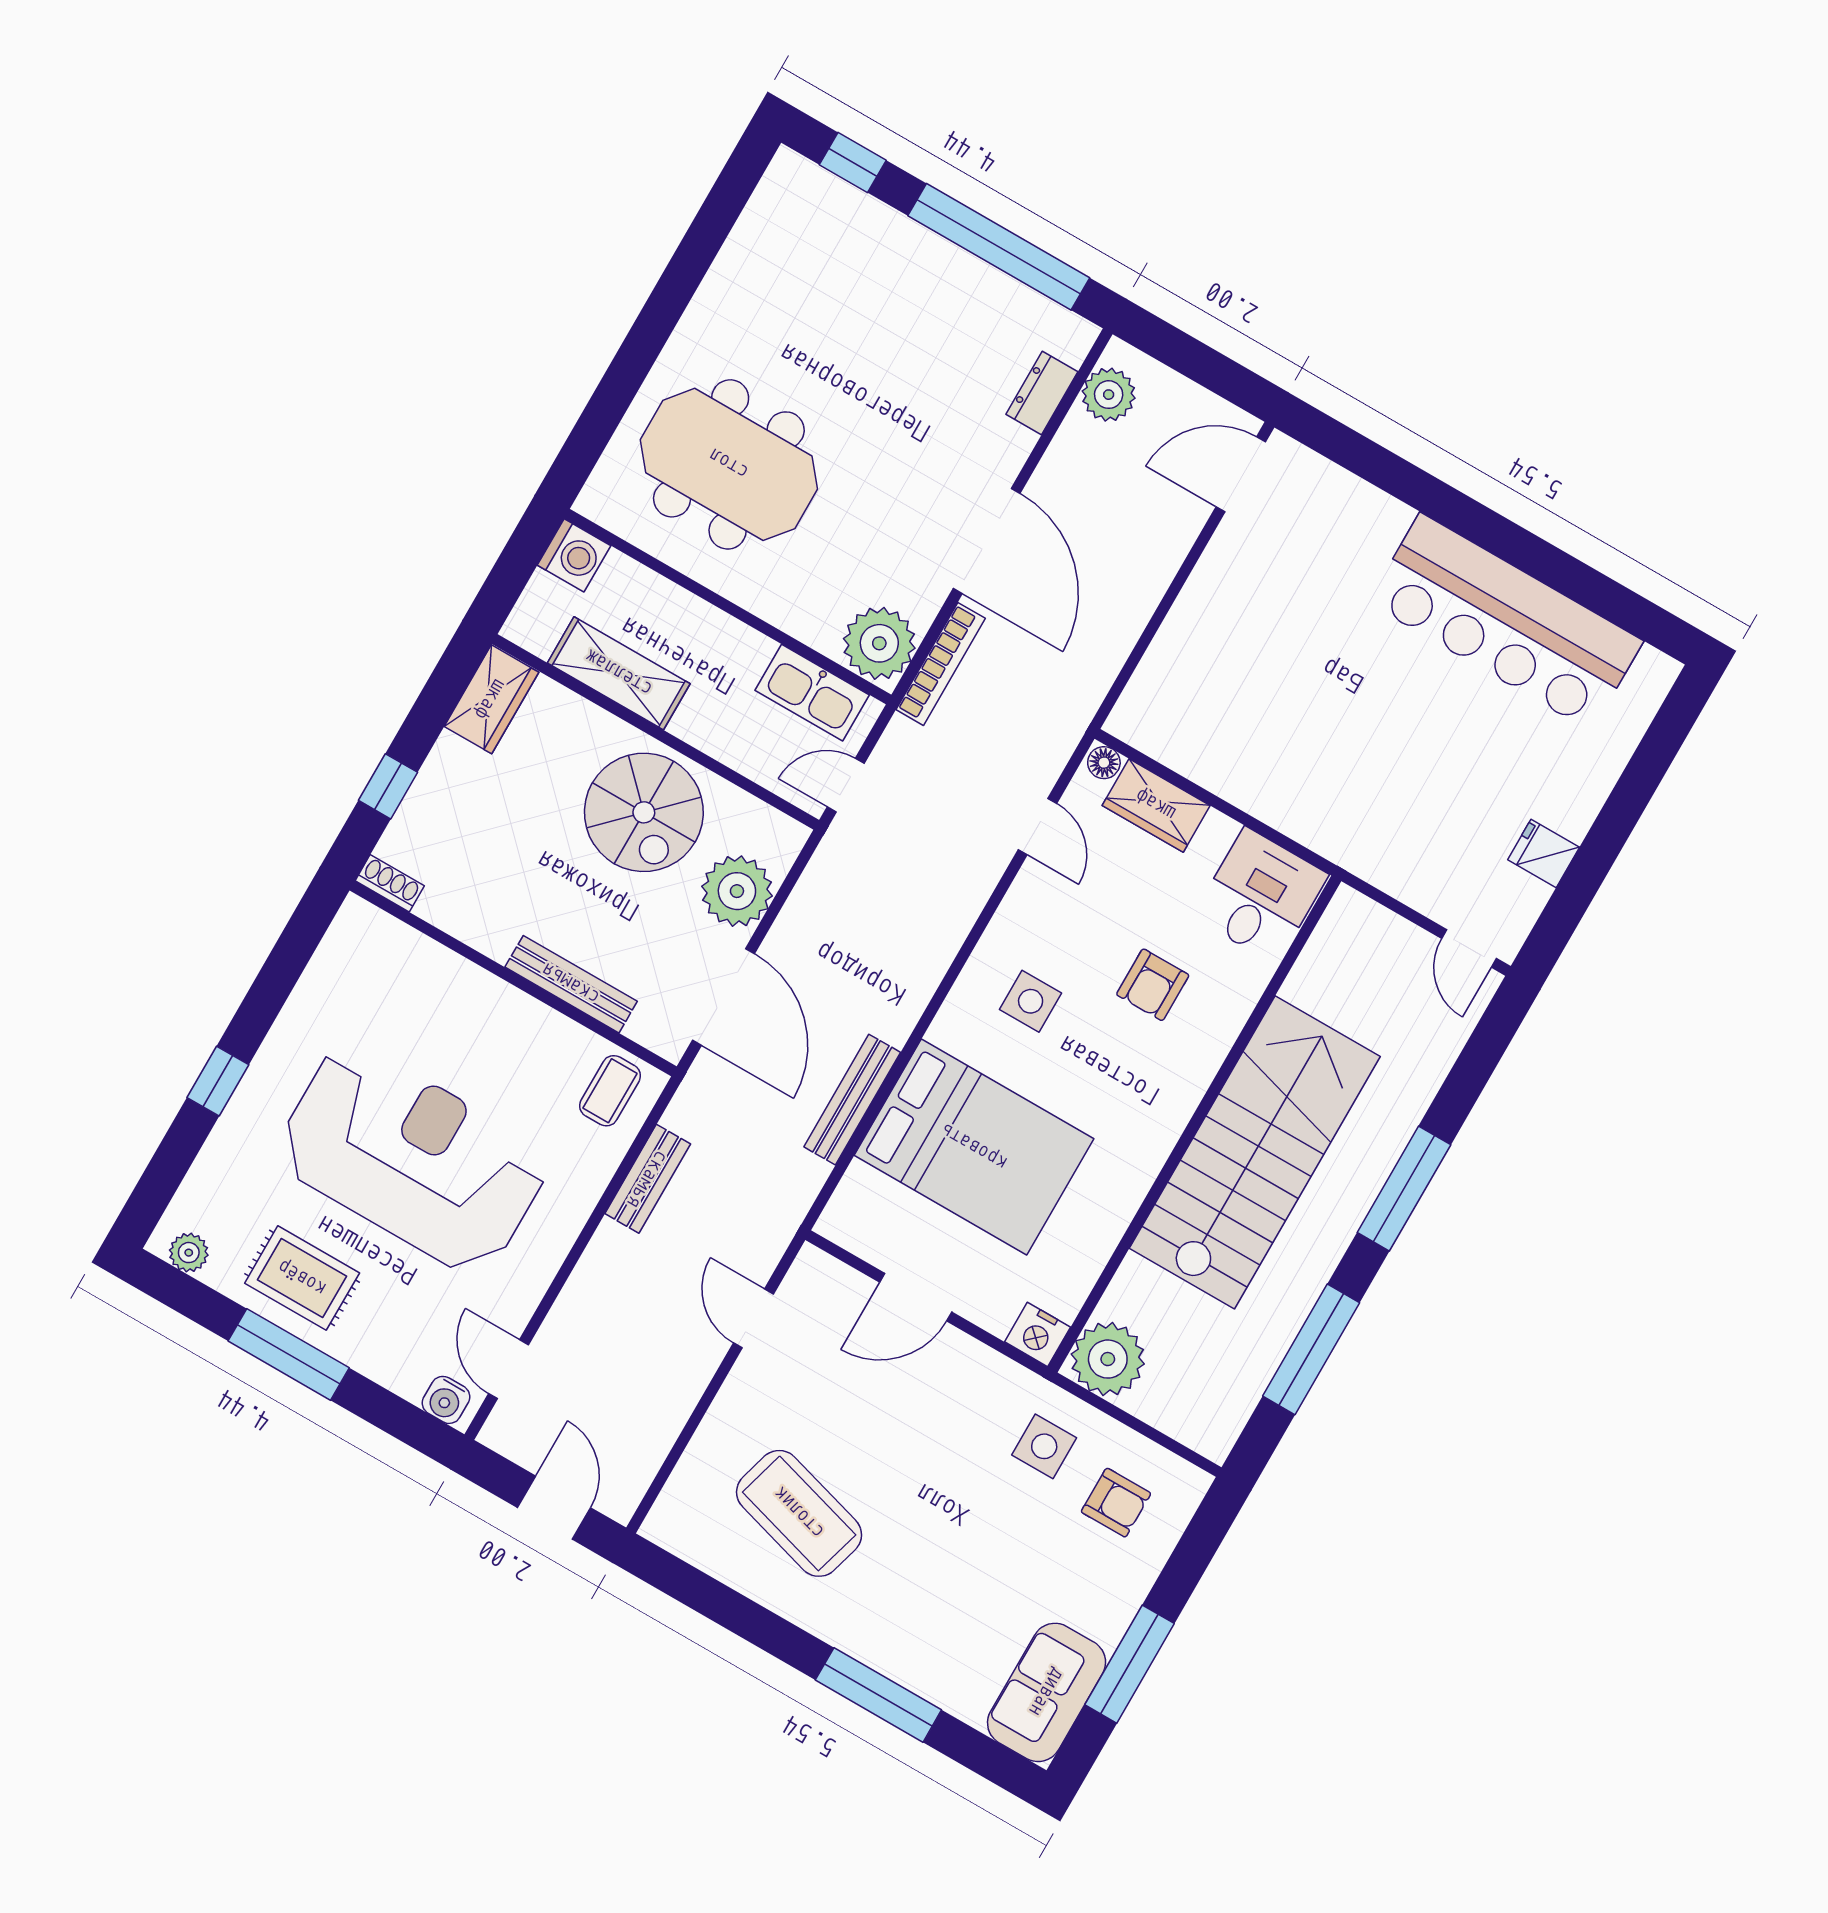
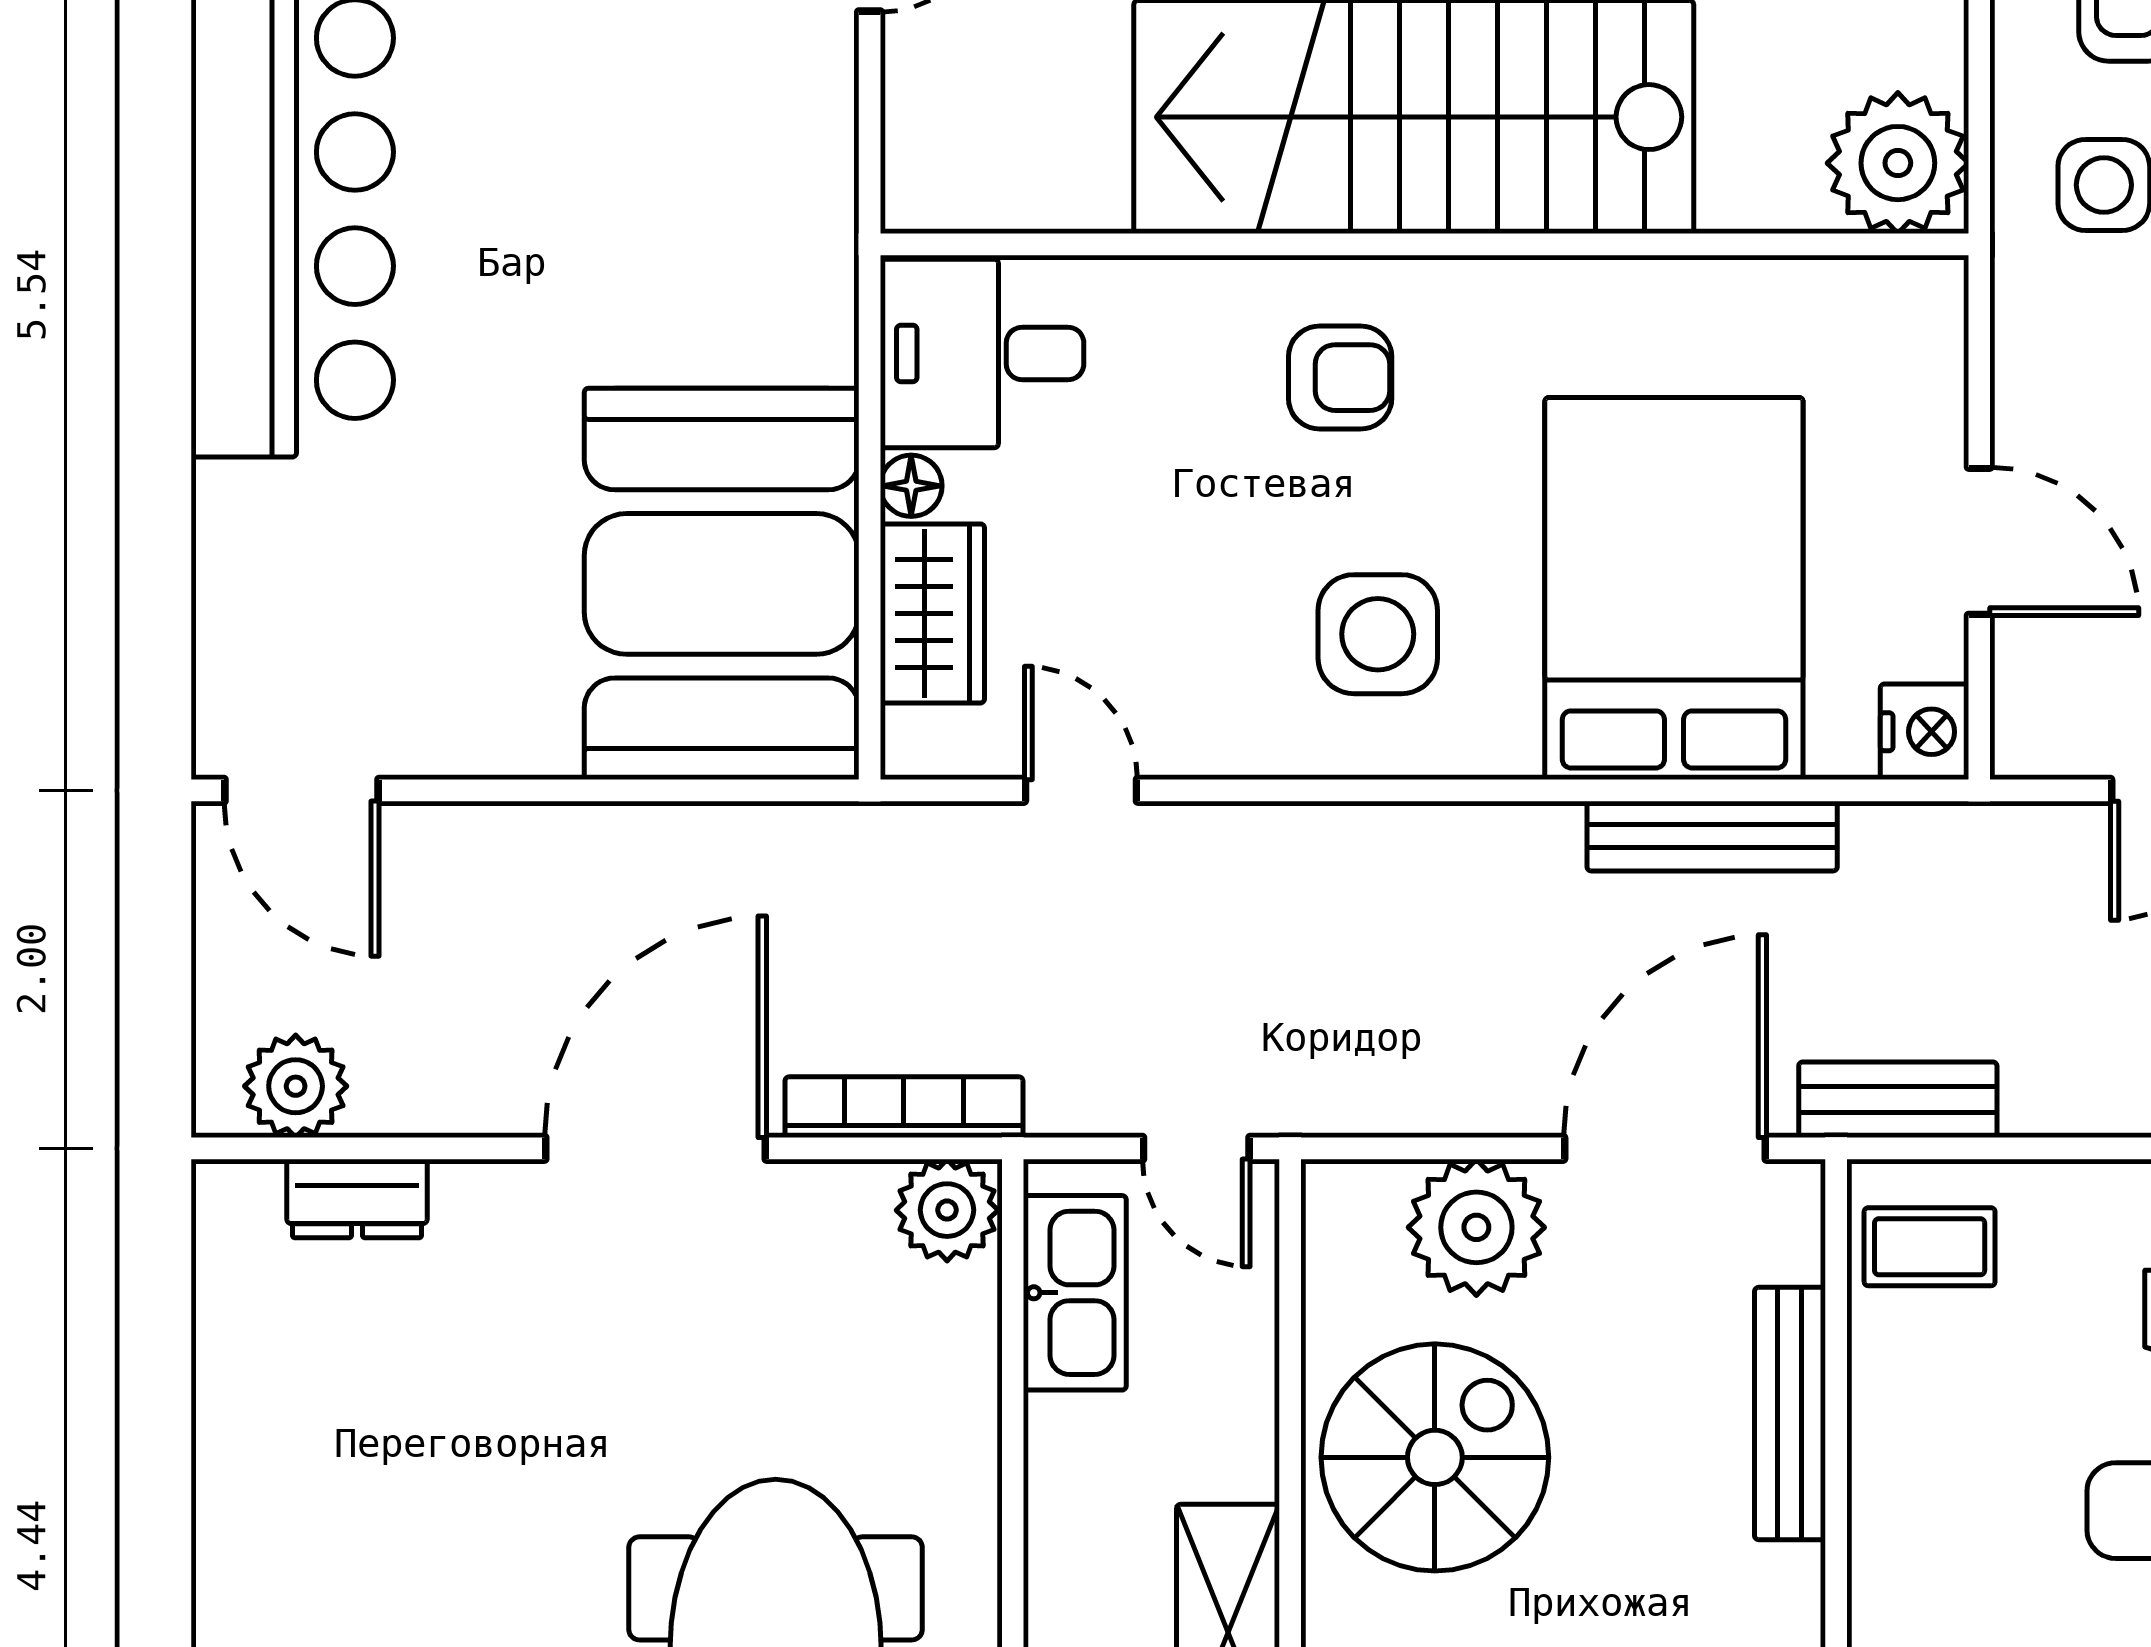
window: (999, 247) -> (155, 1410), removed
plant: (879, 643) -> (947, 1210), width x0.73, depth x0.73
booth: (1224, 718) -> (722, 584), added
floor lamp: (1104, 763) -> (911, 486), moved
door: (1037, 826) -> (1081, 790), hinge flipped
armchair: (1153, 985) -> (1340, 378), moved
side table: (1031, 1001) -> (1378, 634), width x1.37, depth x1.37
bench: (648, 1179) -> (1898, 1100), moved
nightstand: (1038, 1335) -> (1924, 732), moved

